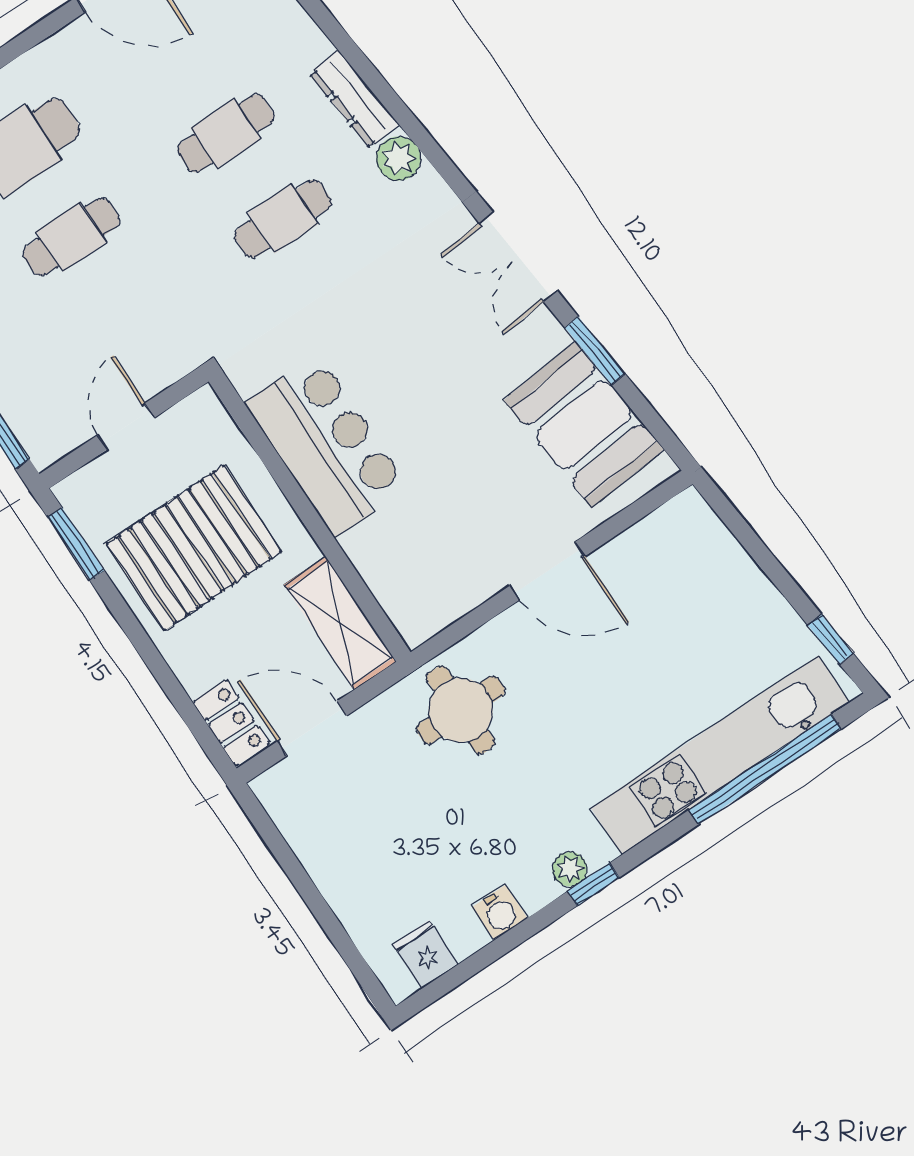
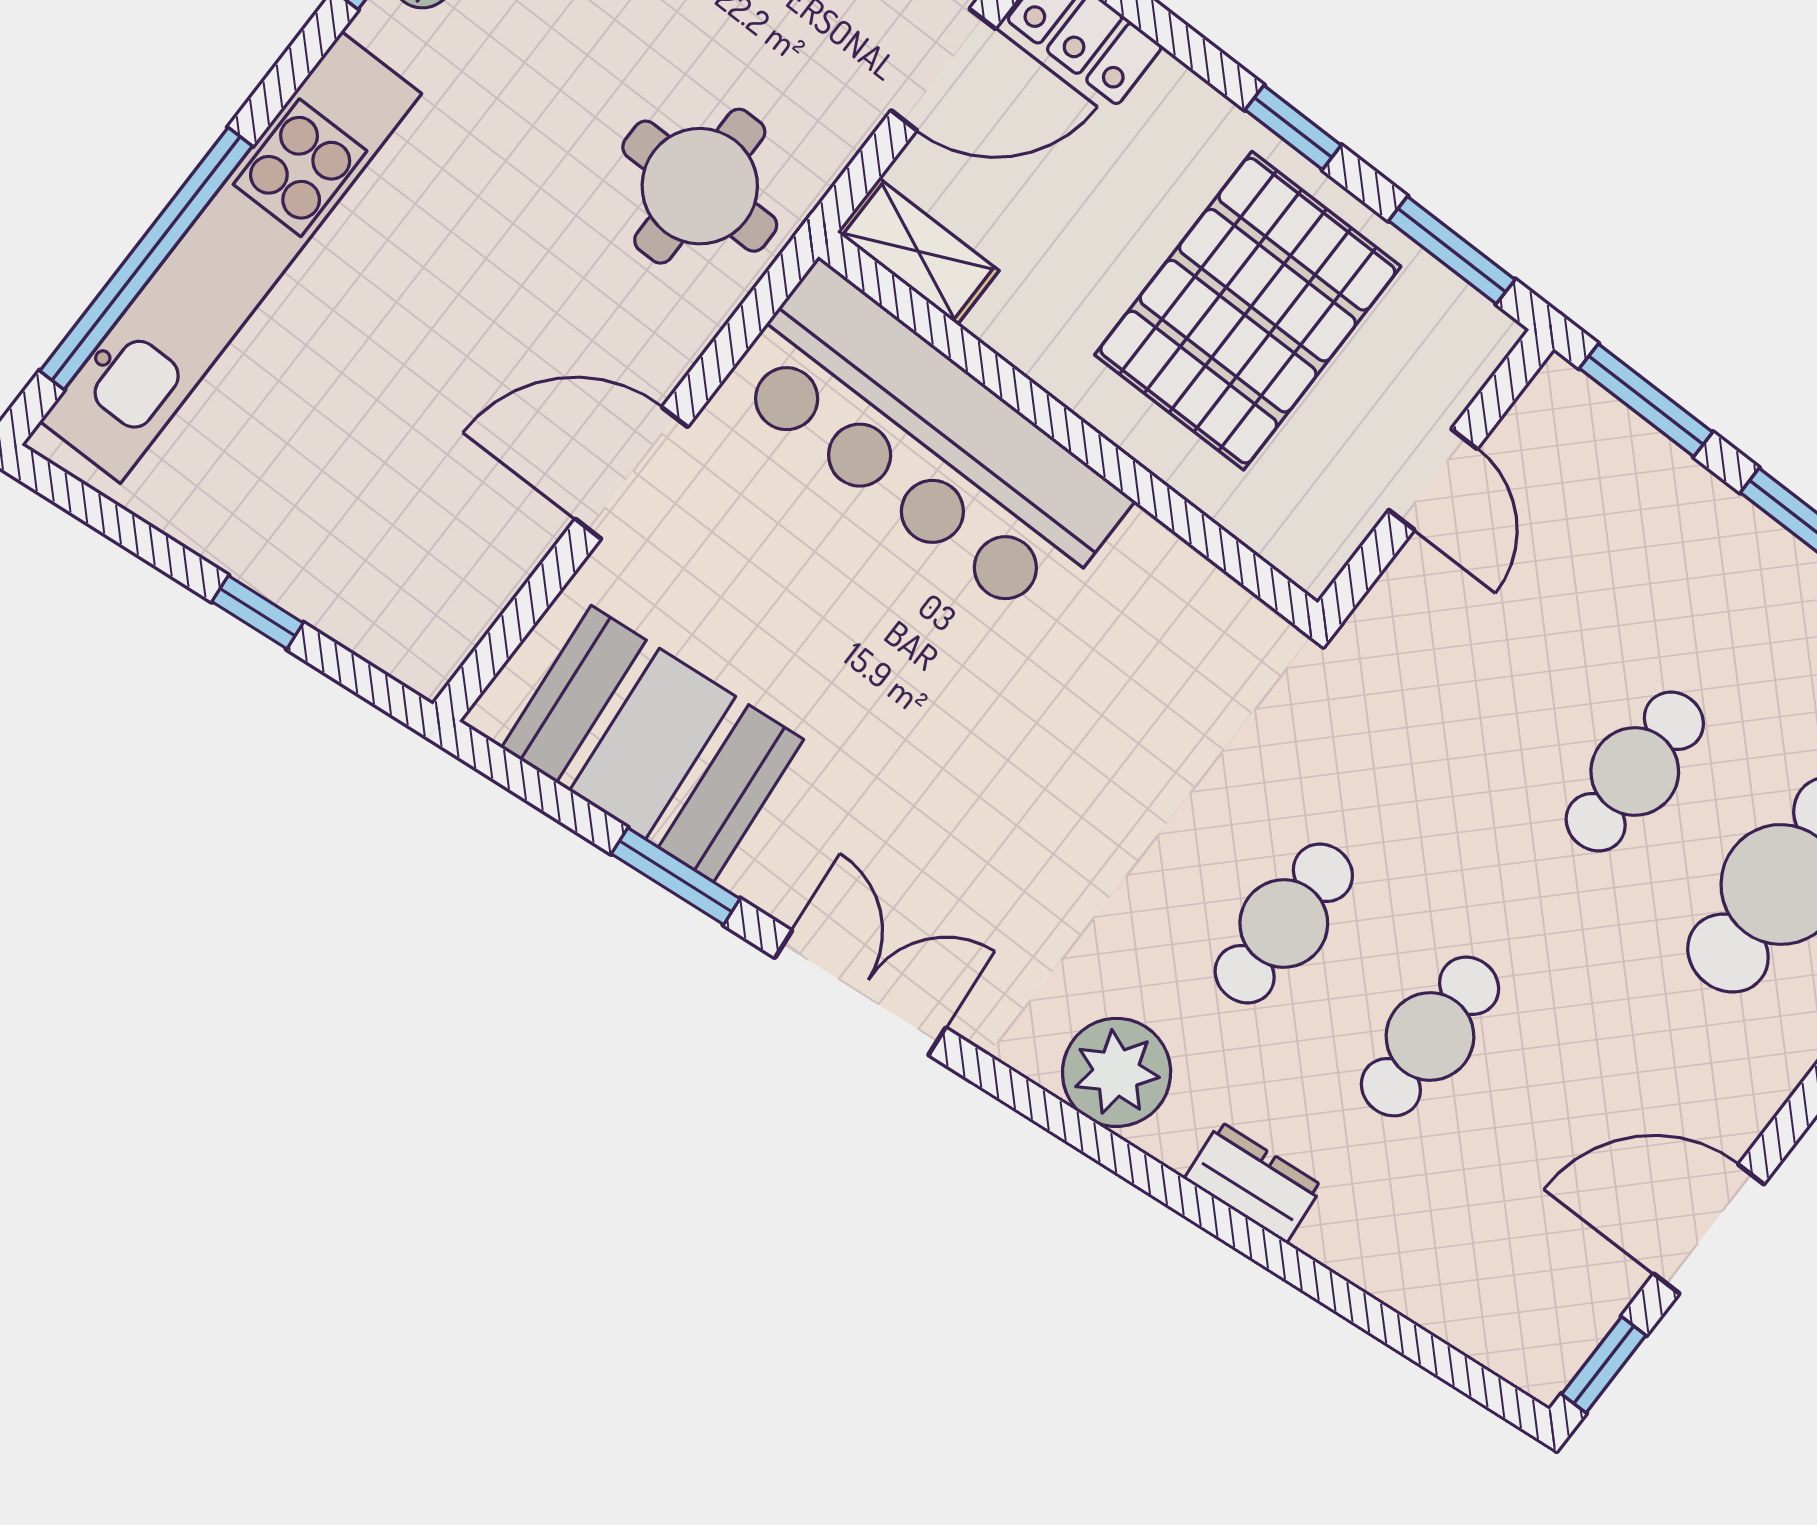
dresser: (354, 99) -> (1253, 1182), width x0.70
plant: (398, 158) -> (1117, 1072), width x1.36, depth x1.36
bar counter: (327, 445) -> (927, 443), moved, width x1.36
shelving: (340, 623) -> (918, 251), width x0.67, depth x0.75
window: (138, 636) -> (1293, 128), added
window: (831, 639) -> (258, 612), moved

